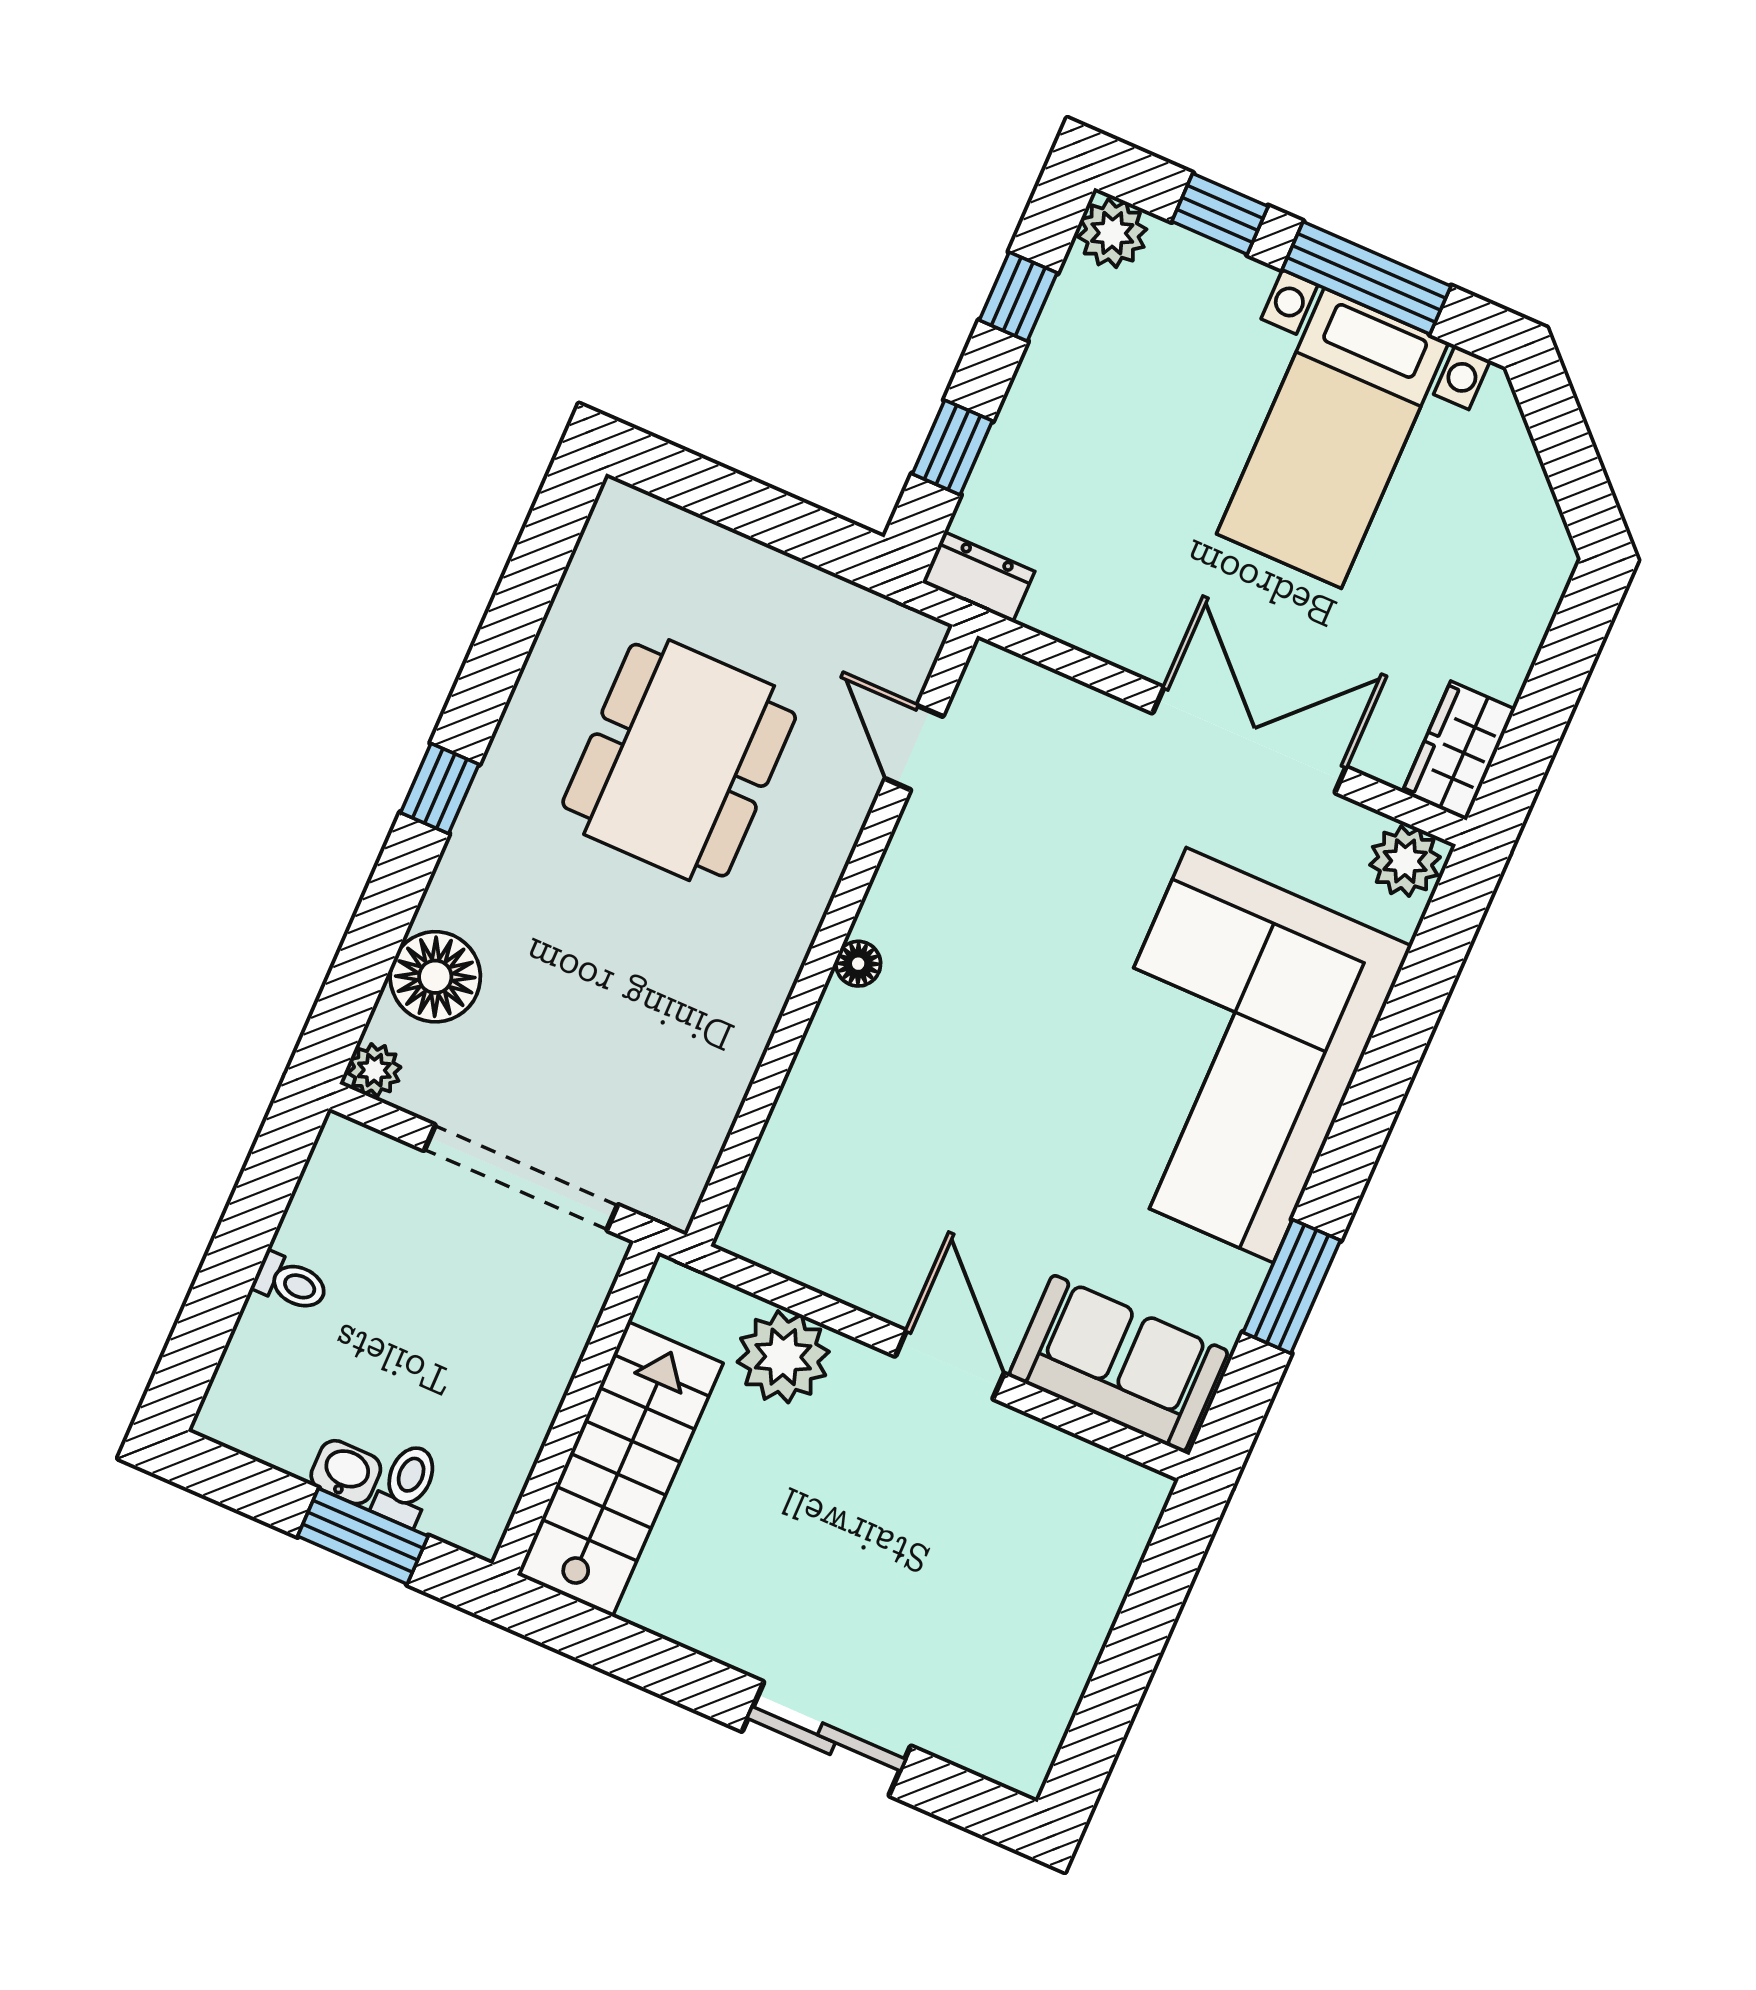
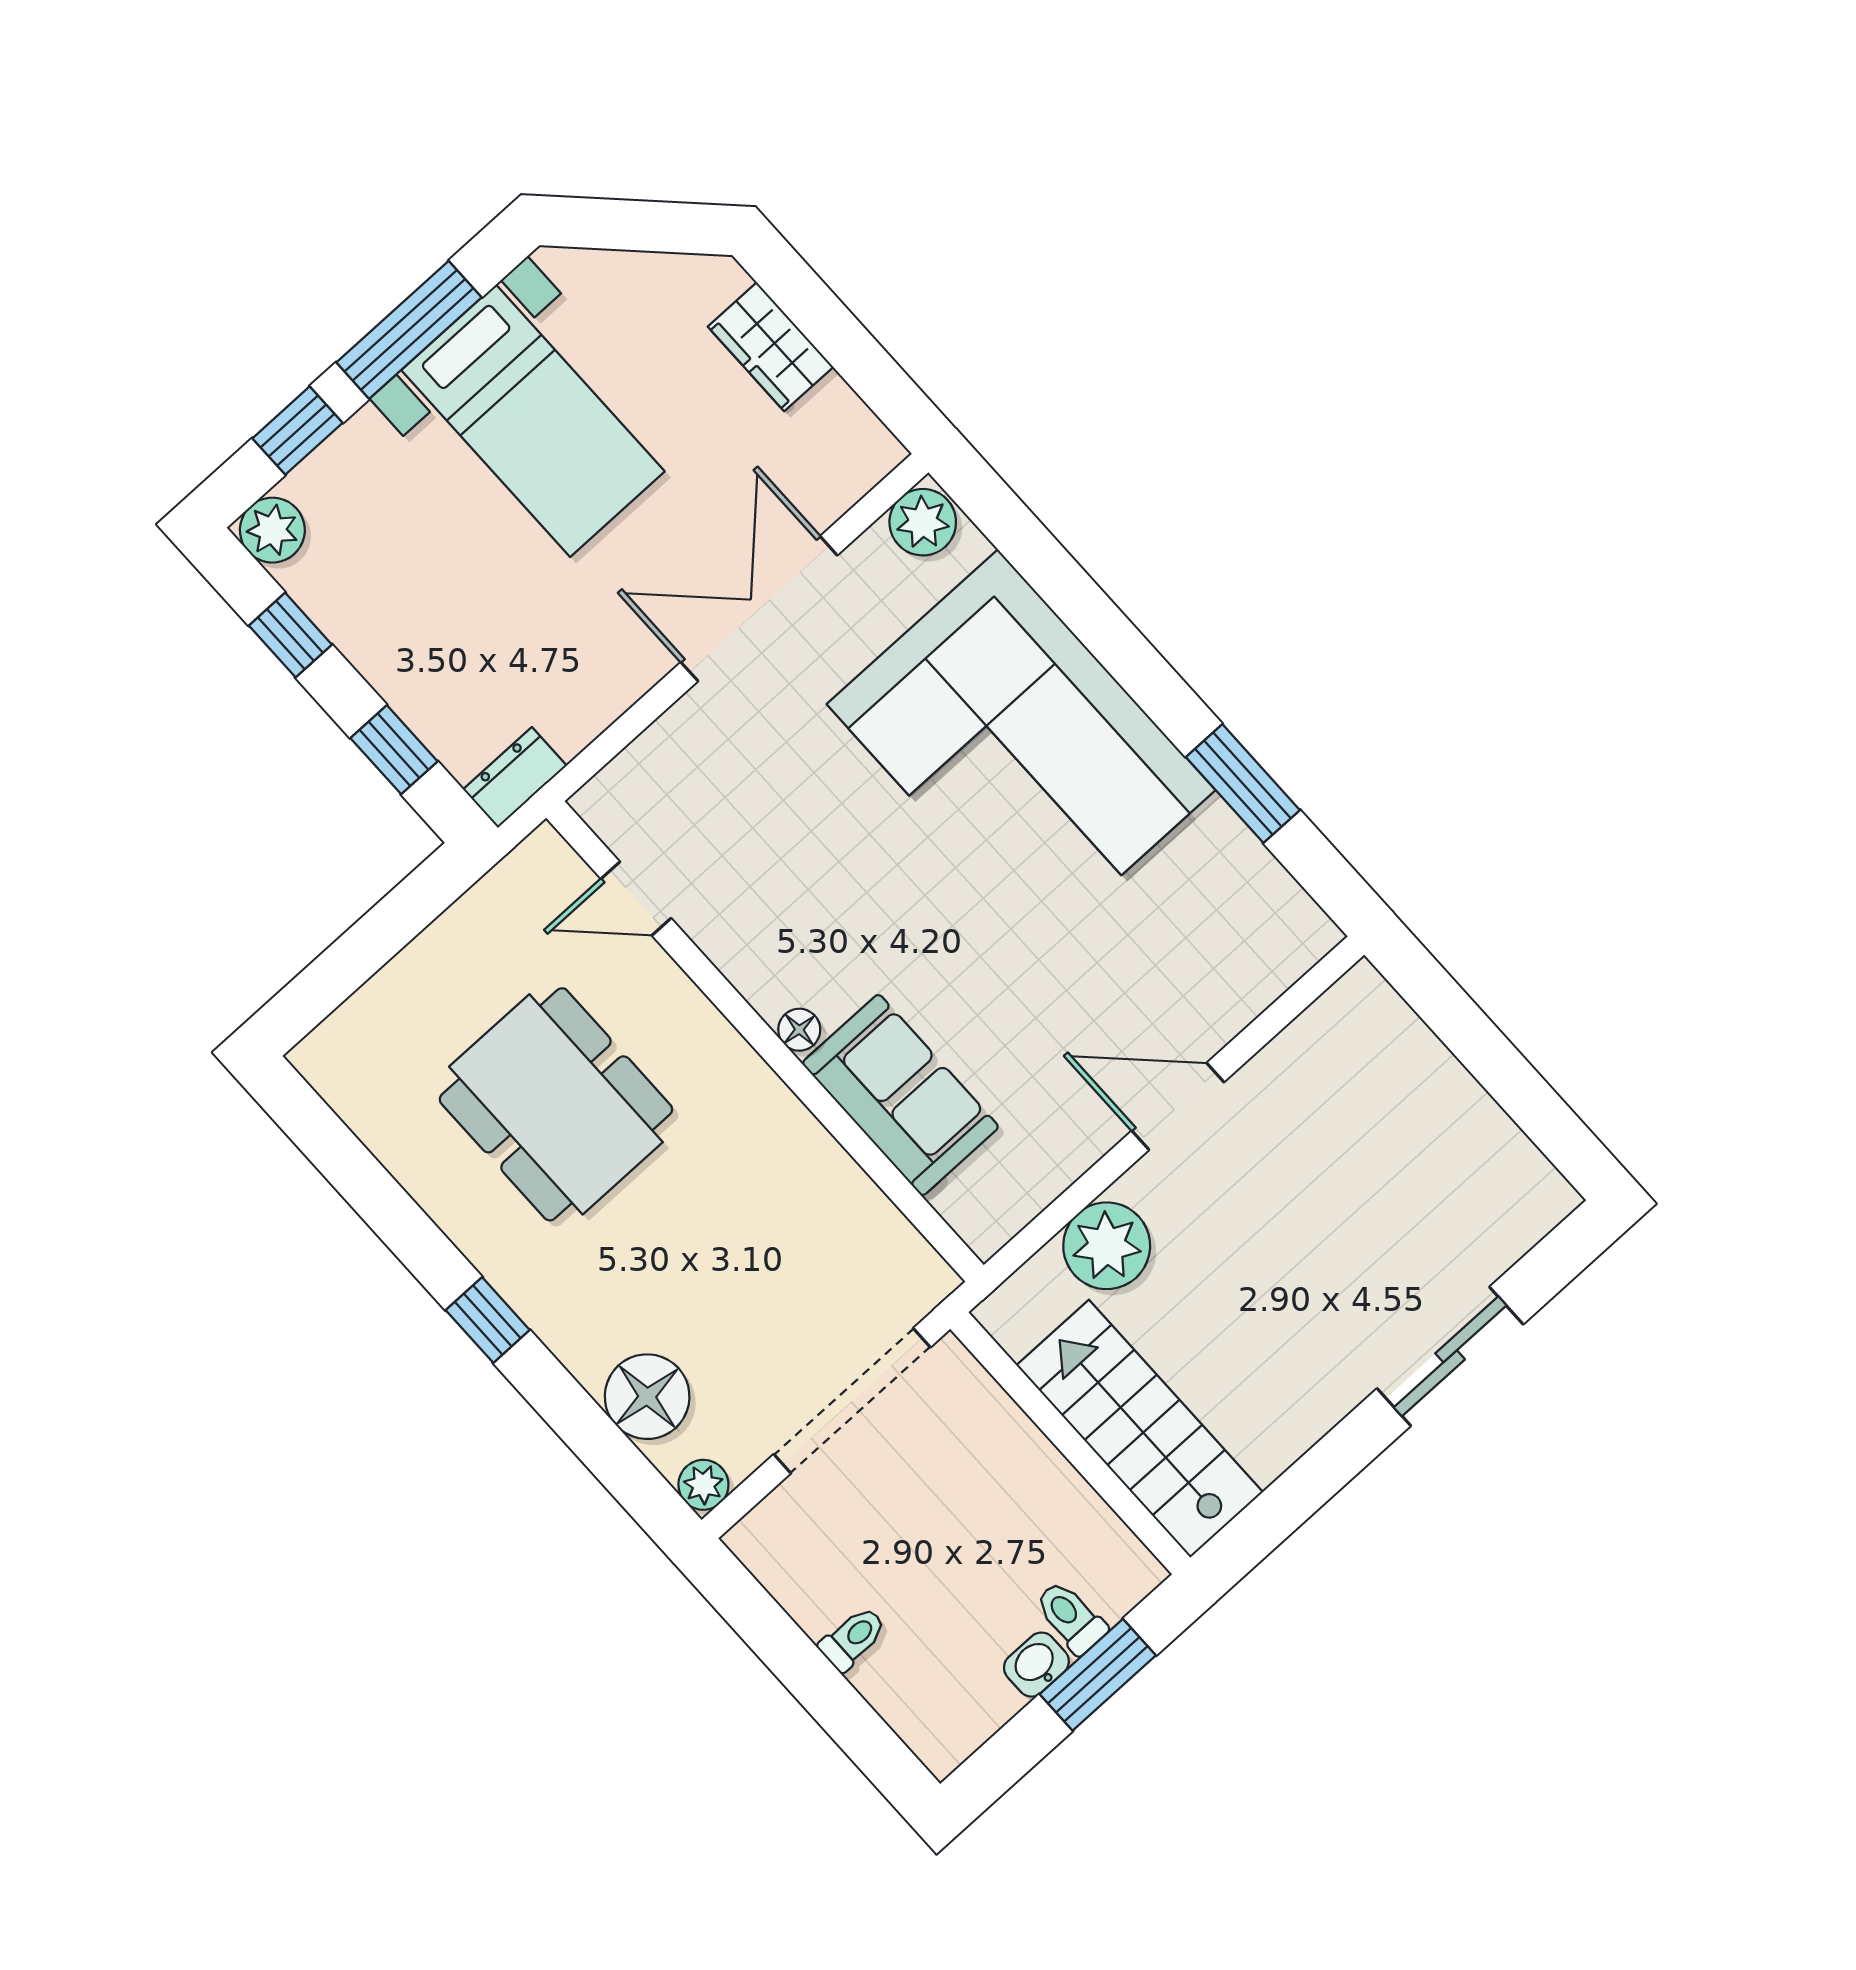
wardrobe: (1459, 751) -> (771, 347), moved
sofa: (1118, 1364) -> (900, 1095), moved, turned 90

